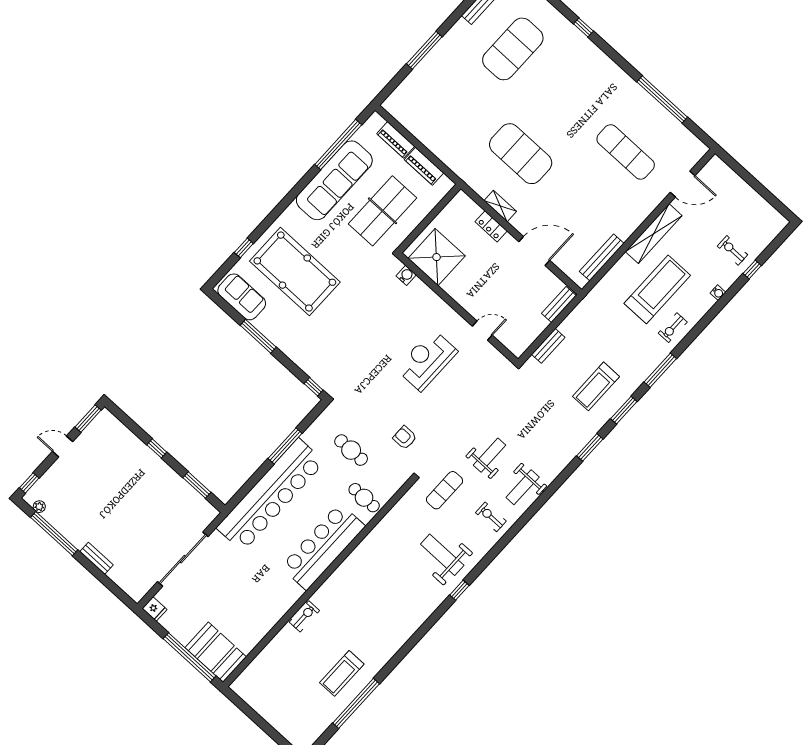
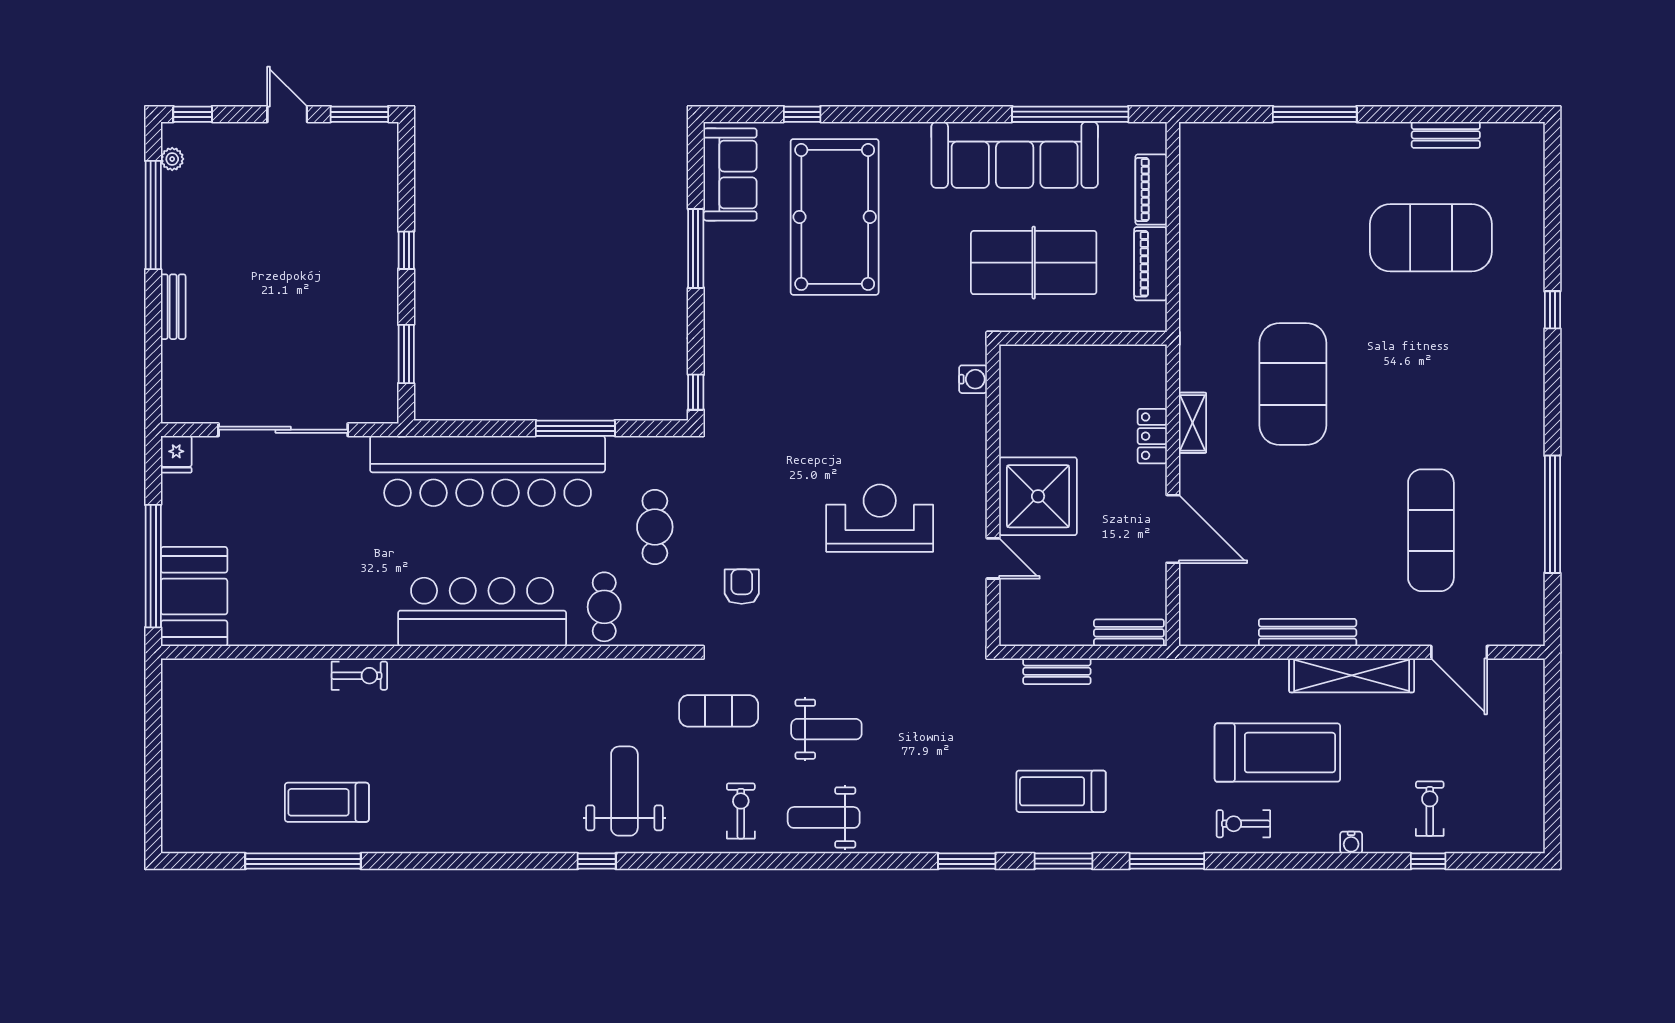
shower: (437, 257) -> (1038, 496), moved
bench: (602, 257) -> (1308, 633), moved

